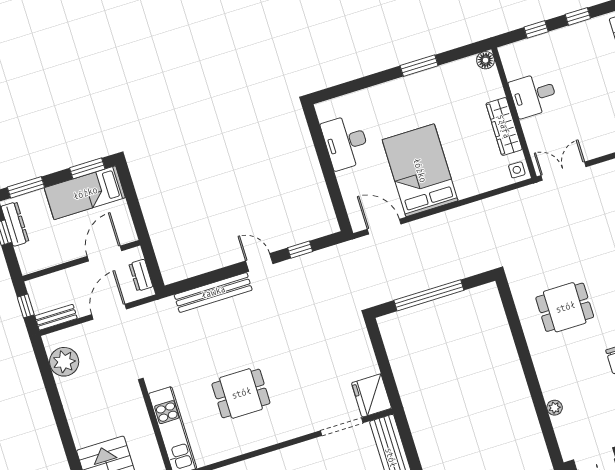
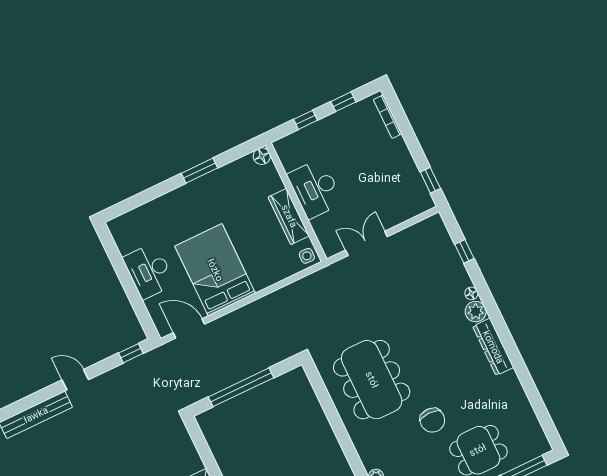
desk: (533, 95) -> (315, 189), width x1.37
desk: (346, 142) -> (149, 271), moved
double door: (564, 171) -> (366, 243), moved
window: (300, 250) -> (131, 353), moved
dining table: (565, 307) -> (372, 380), width x1.88, depth x1.24

